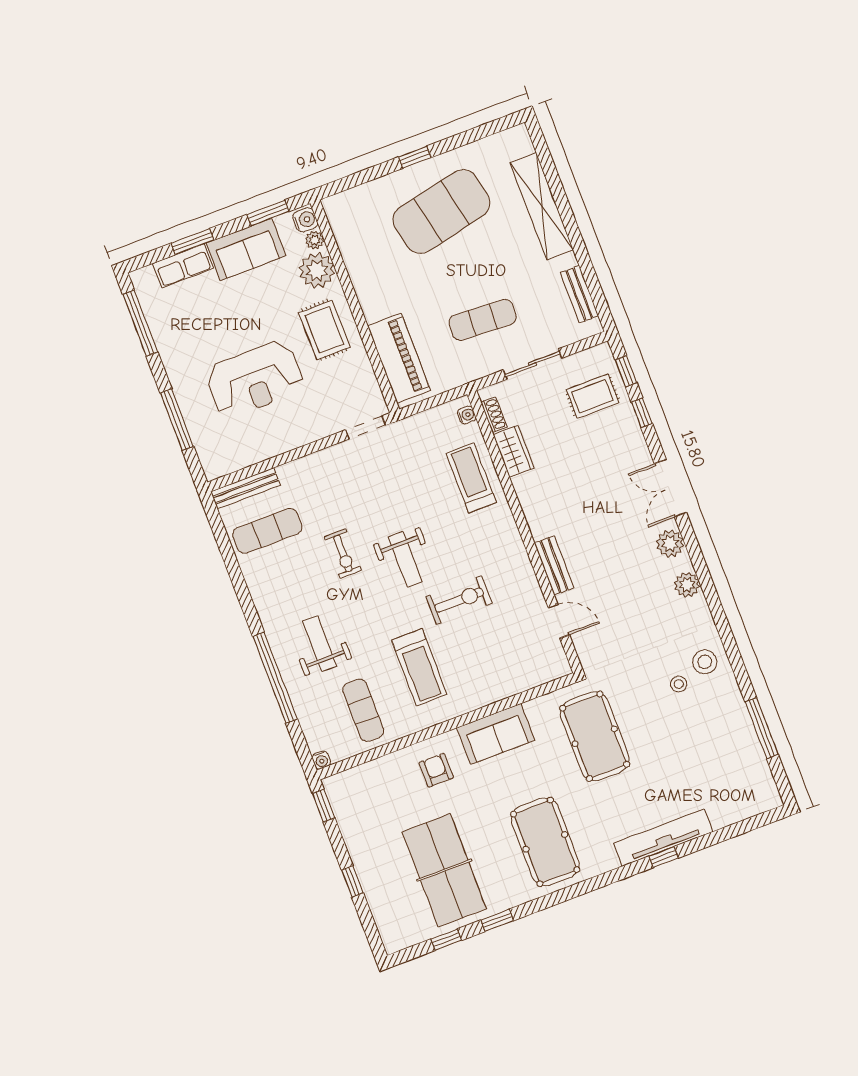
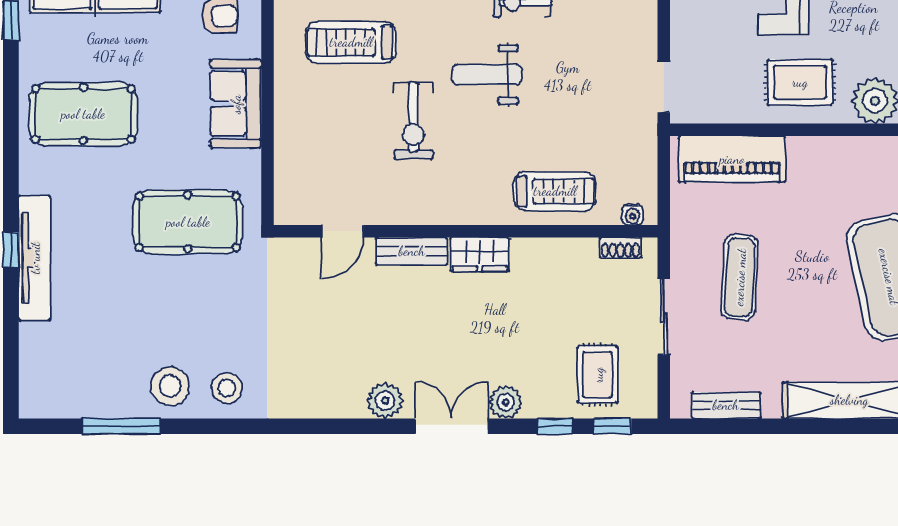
wardrobe: (514, 451) -> (480, 254), moved
plant: (687, 585) -> (506, 402), moved
stool: (679, 684) -> (170, 386), moved, width x1.89, depth x1.89

